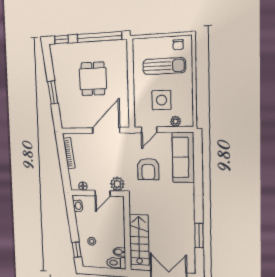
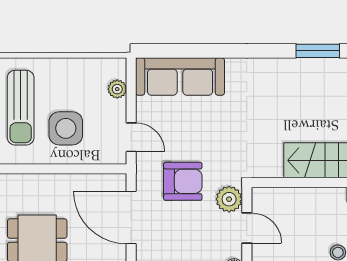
sun lounger: (164, 66) -> (21, 108), turned 180
side table: (161, 100) -> (66, 128), moved
armchair: (148, 169) -> (183, 181), moved

